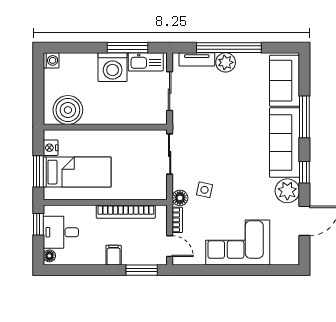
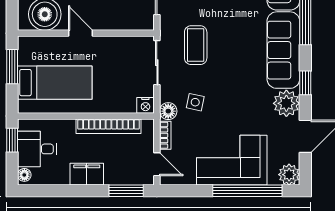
door: (100, 127) -> (80, 33), added
coffee table: (205, 138) -> (196, 45), added
nightstand: (51, 148) -> (145, 105), moved, turned -90
window: (38, 171) -> (12, 67), moved
filing cabinet: (114, 255) -> (87, 174), width x2.00
plant: (290, 256) -> (289, 175), added
window: (252, 270) -> (247, 191), added

